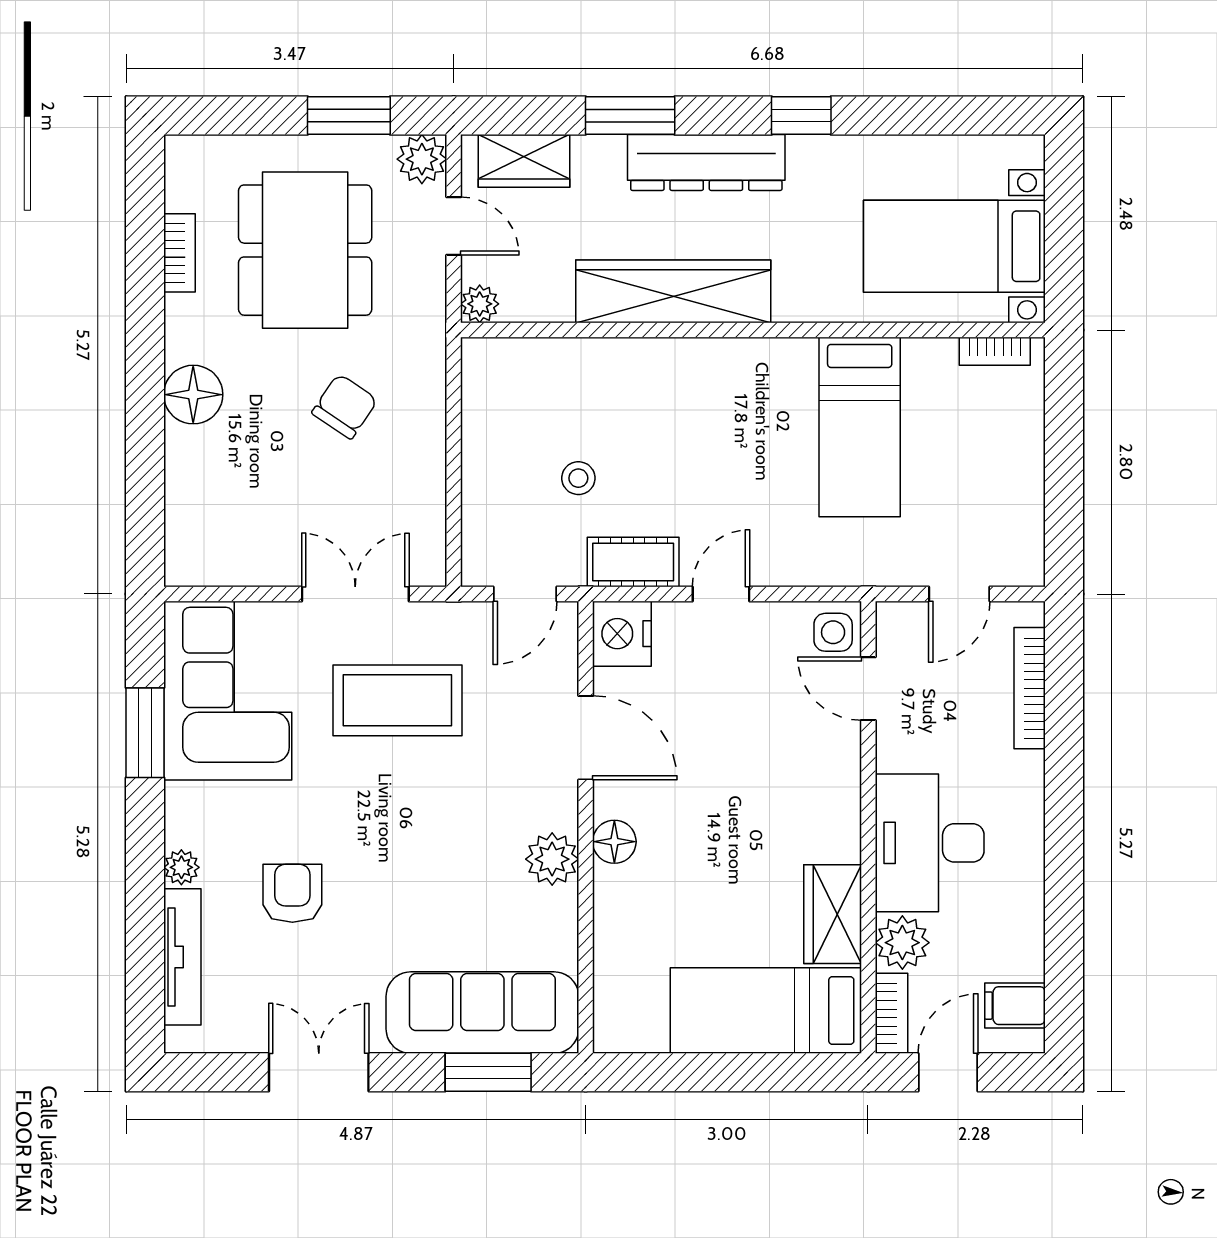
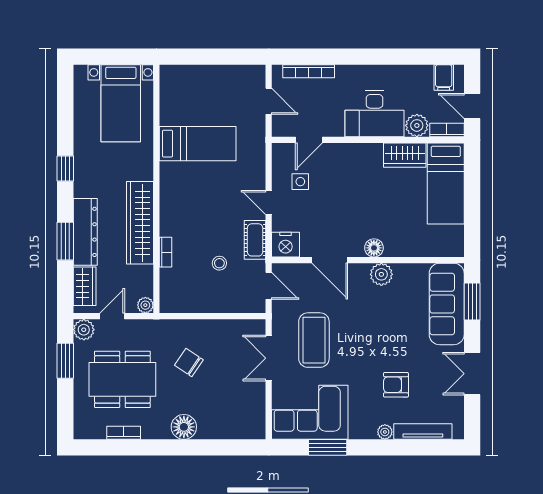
dresser: (706, 162) -> (85, 232), moved
bookcase: (995, 351) -> (165, 252), moved
side table: (833, 632) -> (300, 182), moved
door: (586, 738) -> (330, 260), swing flipped

